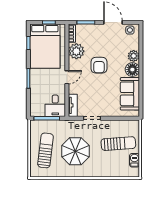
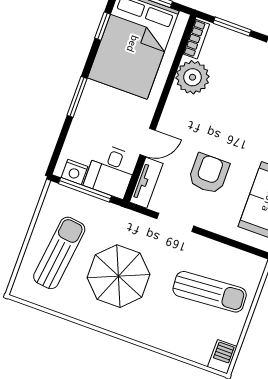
armchair: (99, 65) -> (209, 174), moved, turned 180
door: (67, 77) -> (148, 142), moved
nightstand: (39, 112) -> (75, 172), added
barbecue: (134, 160) -> (222, 357), moved

